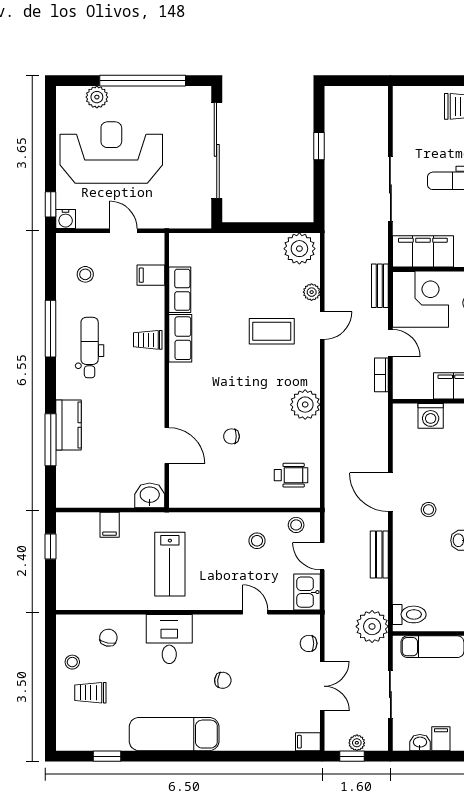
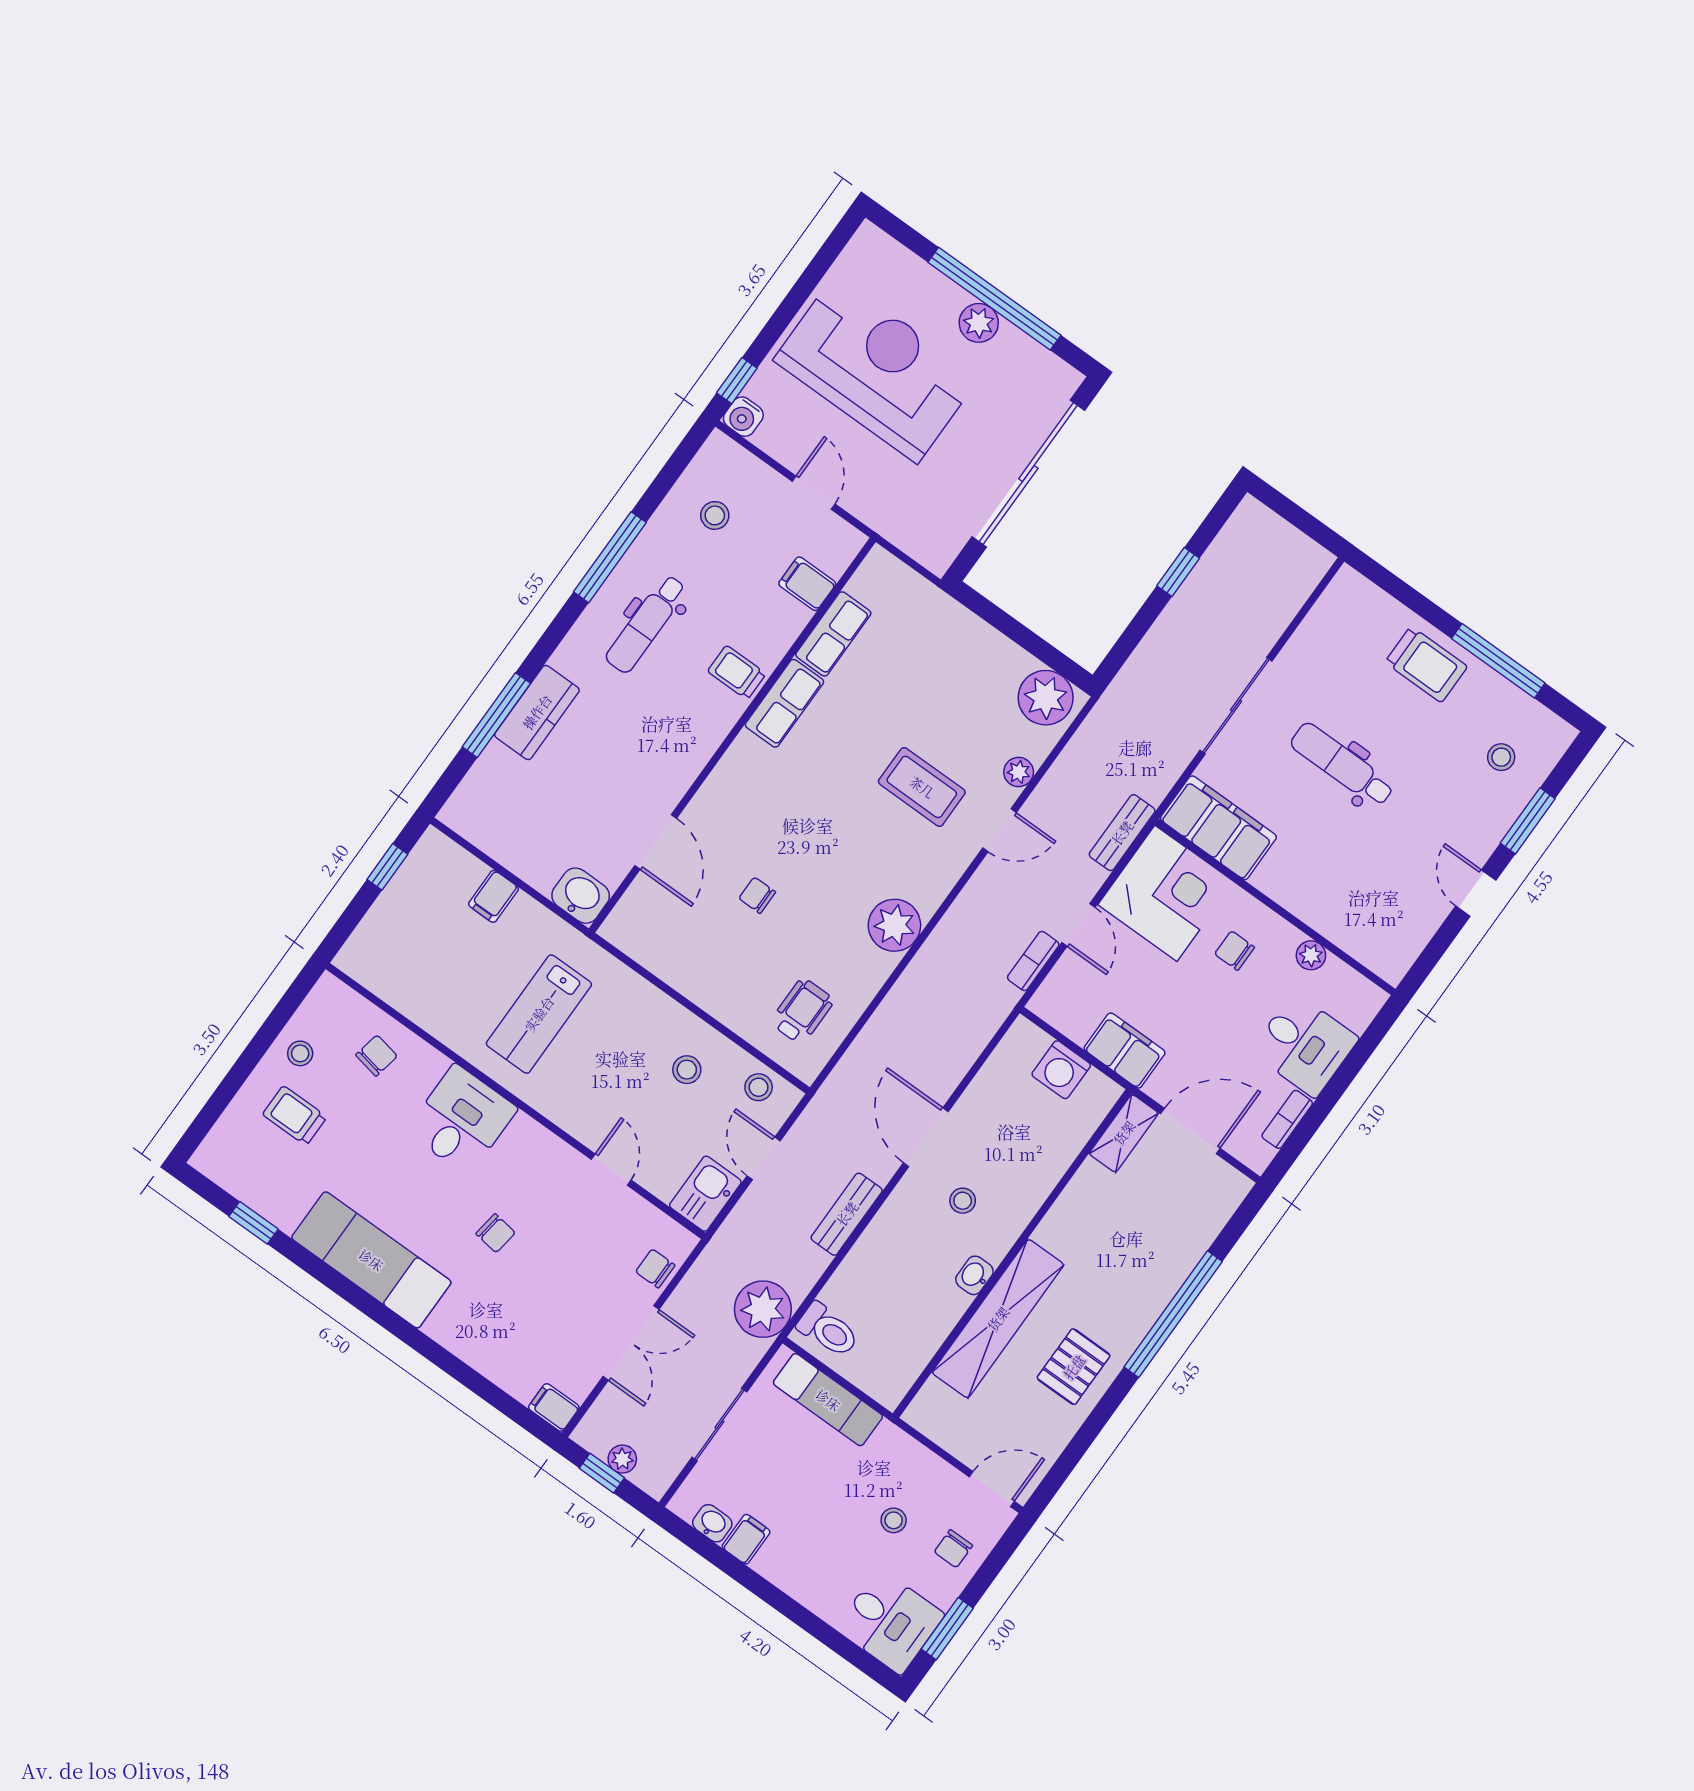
plant: (97, 97) -> (979, 323), moved
dental chair: (90, 348) -> (646, 624), turned 180
wheelchair: (291, 475) -> (802, 1011), turned -90

